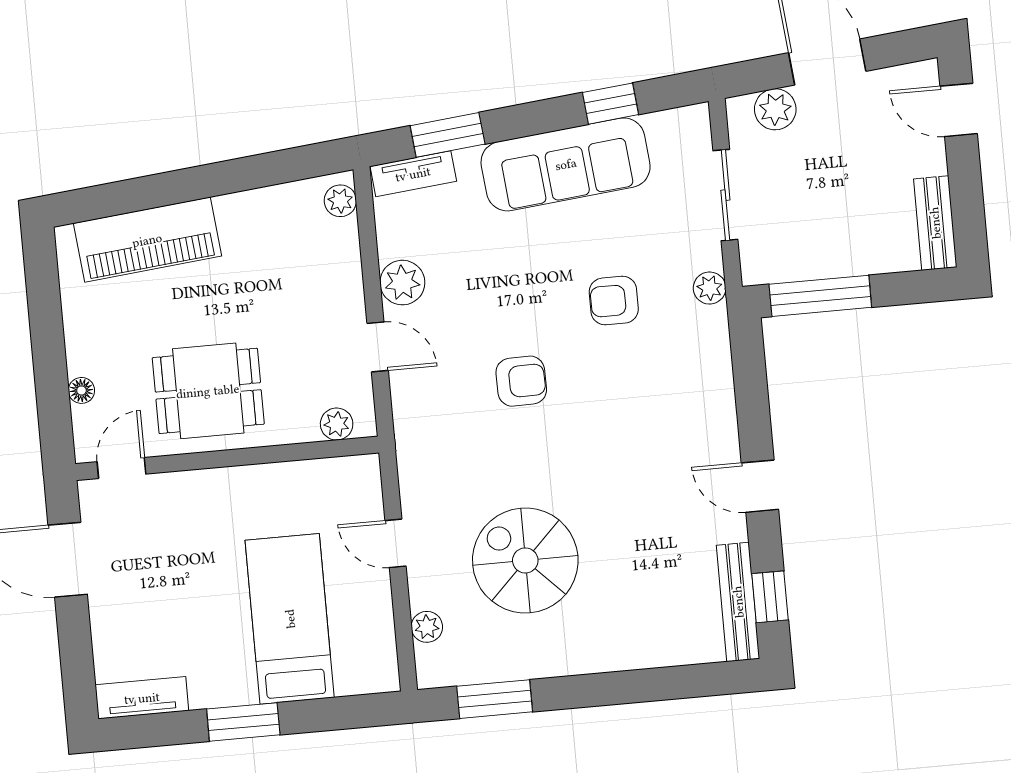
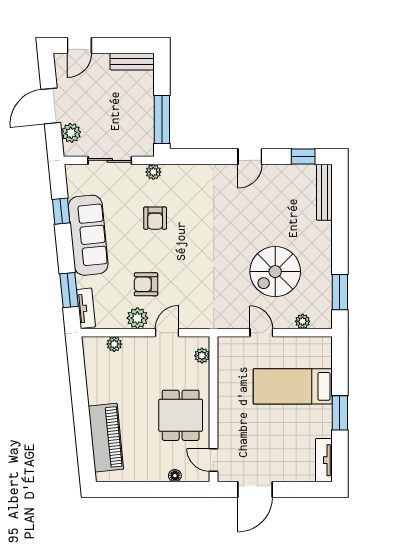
plant: (340, 201) -> (114, 344), moved
armchair: (521, 381) -> (146, 284), moved, turned -89
door: (396, 543) -> (261, 333), swing flipped
bench: (738, 602) -> (324, 192), moved, turned 90

